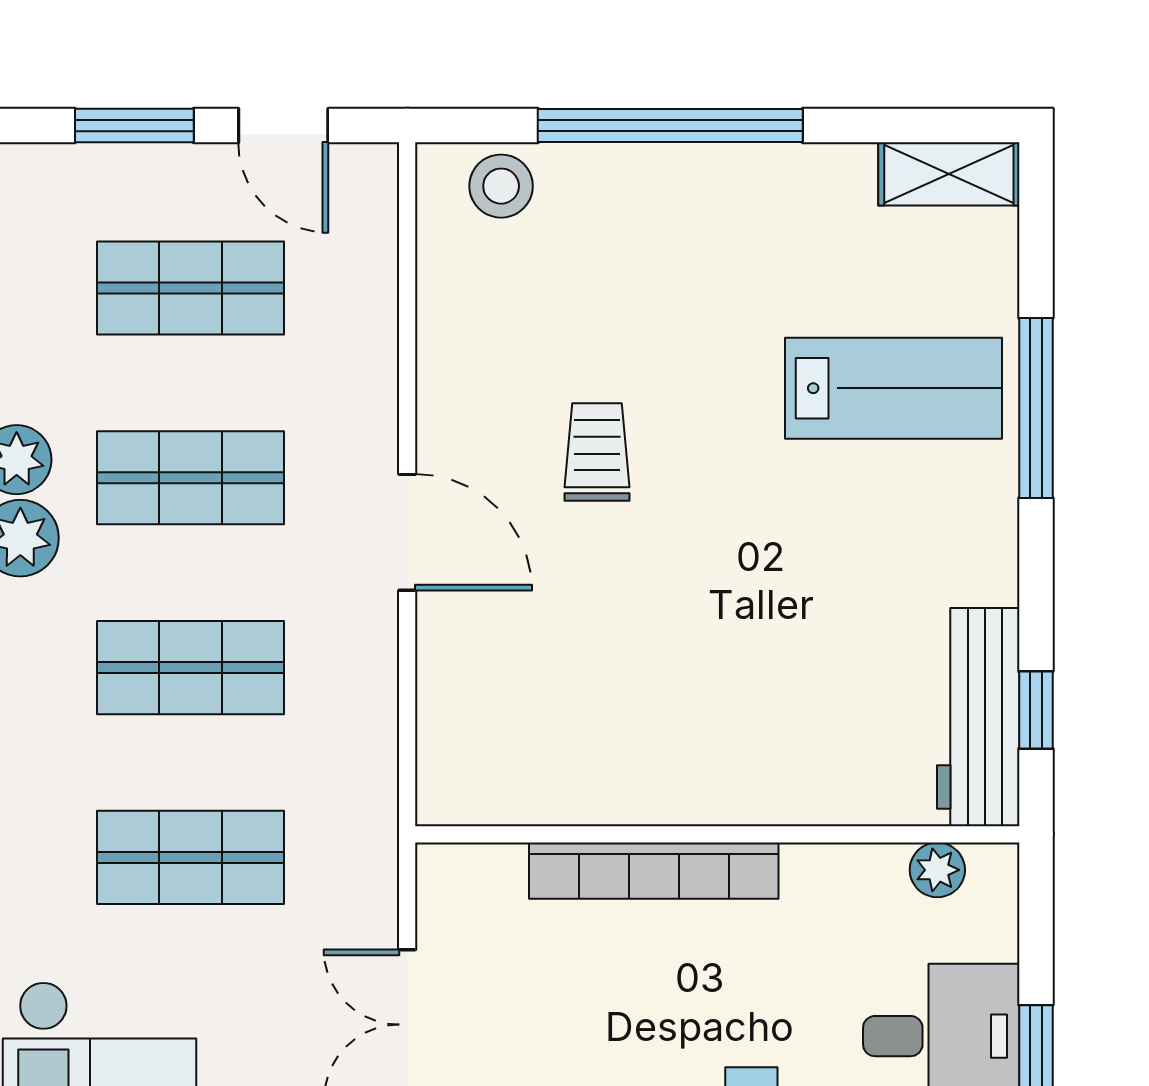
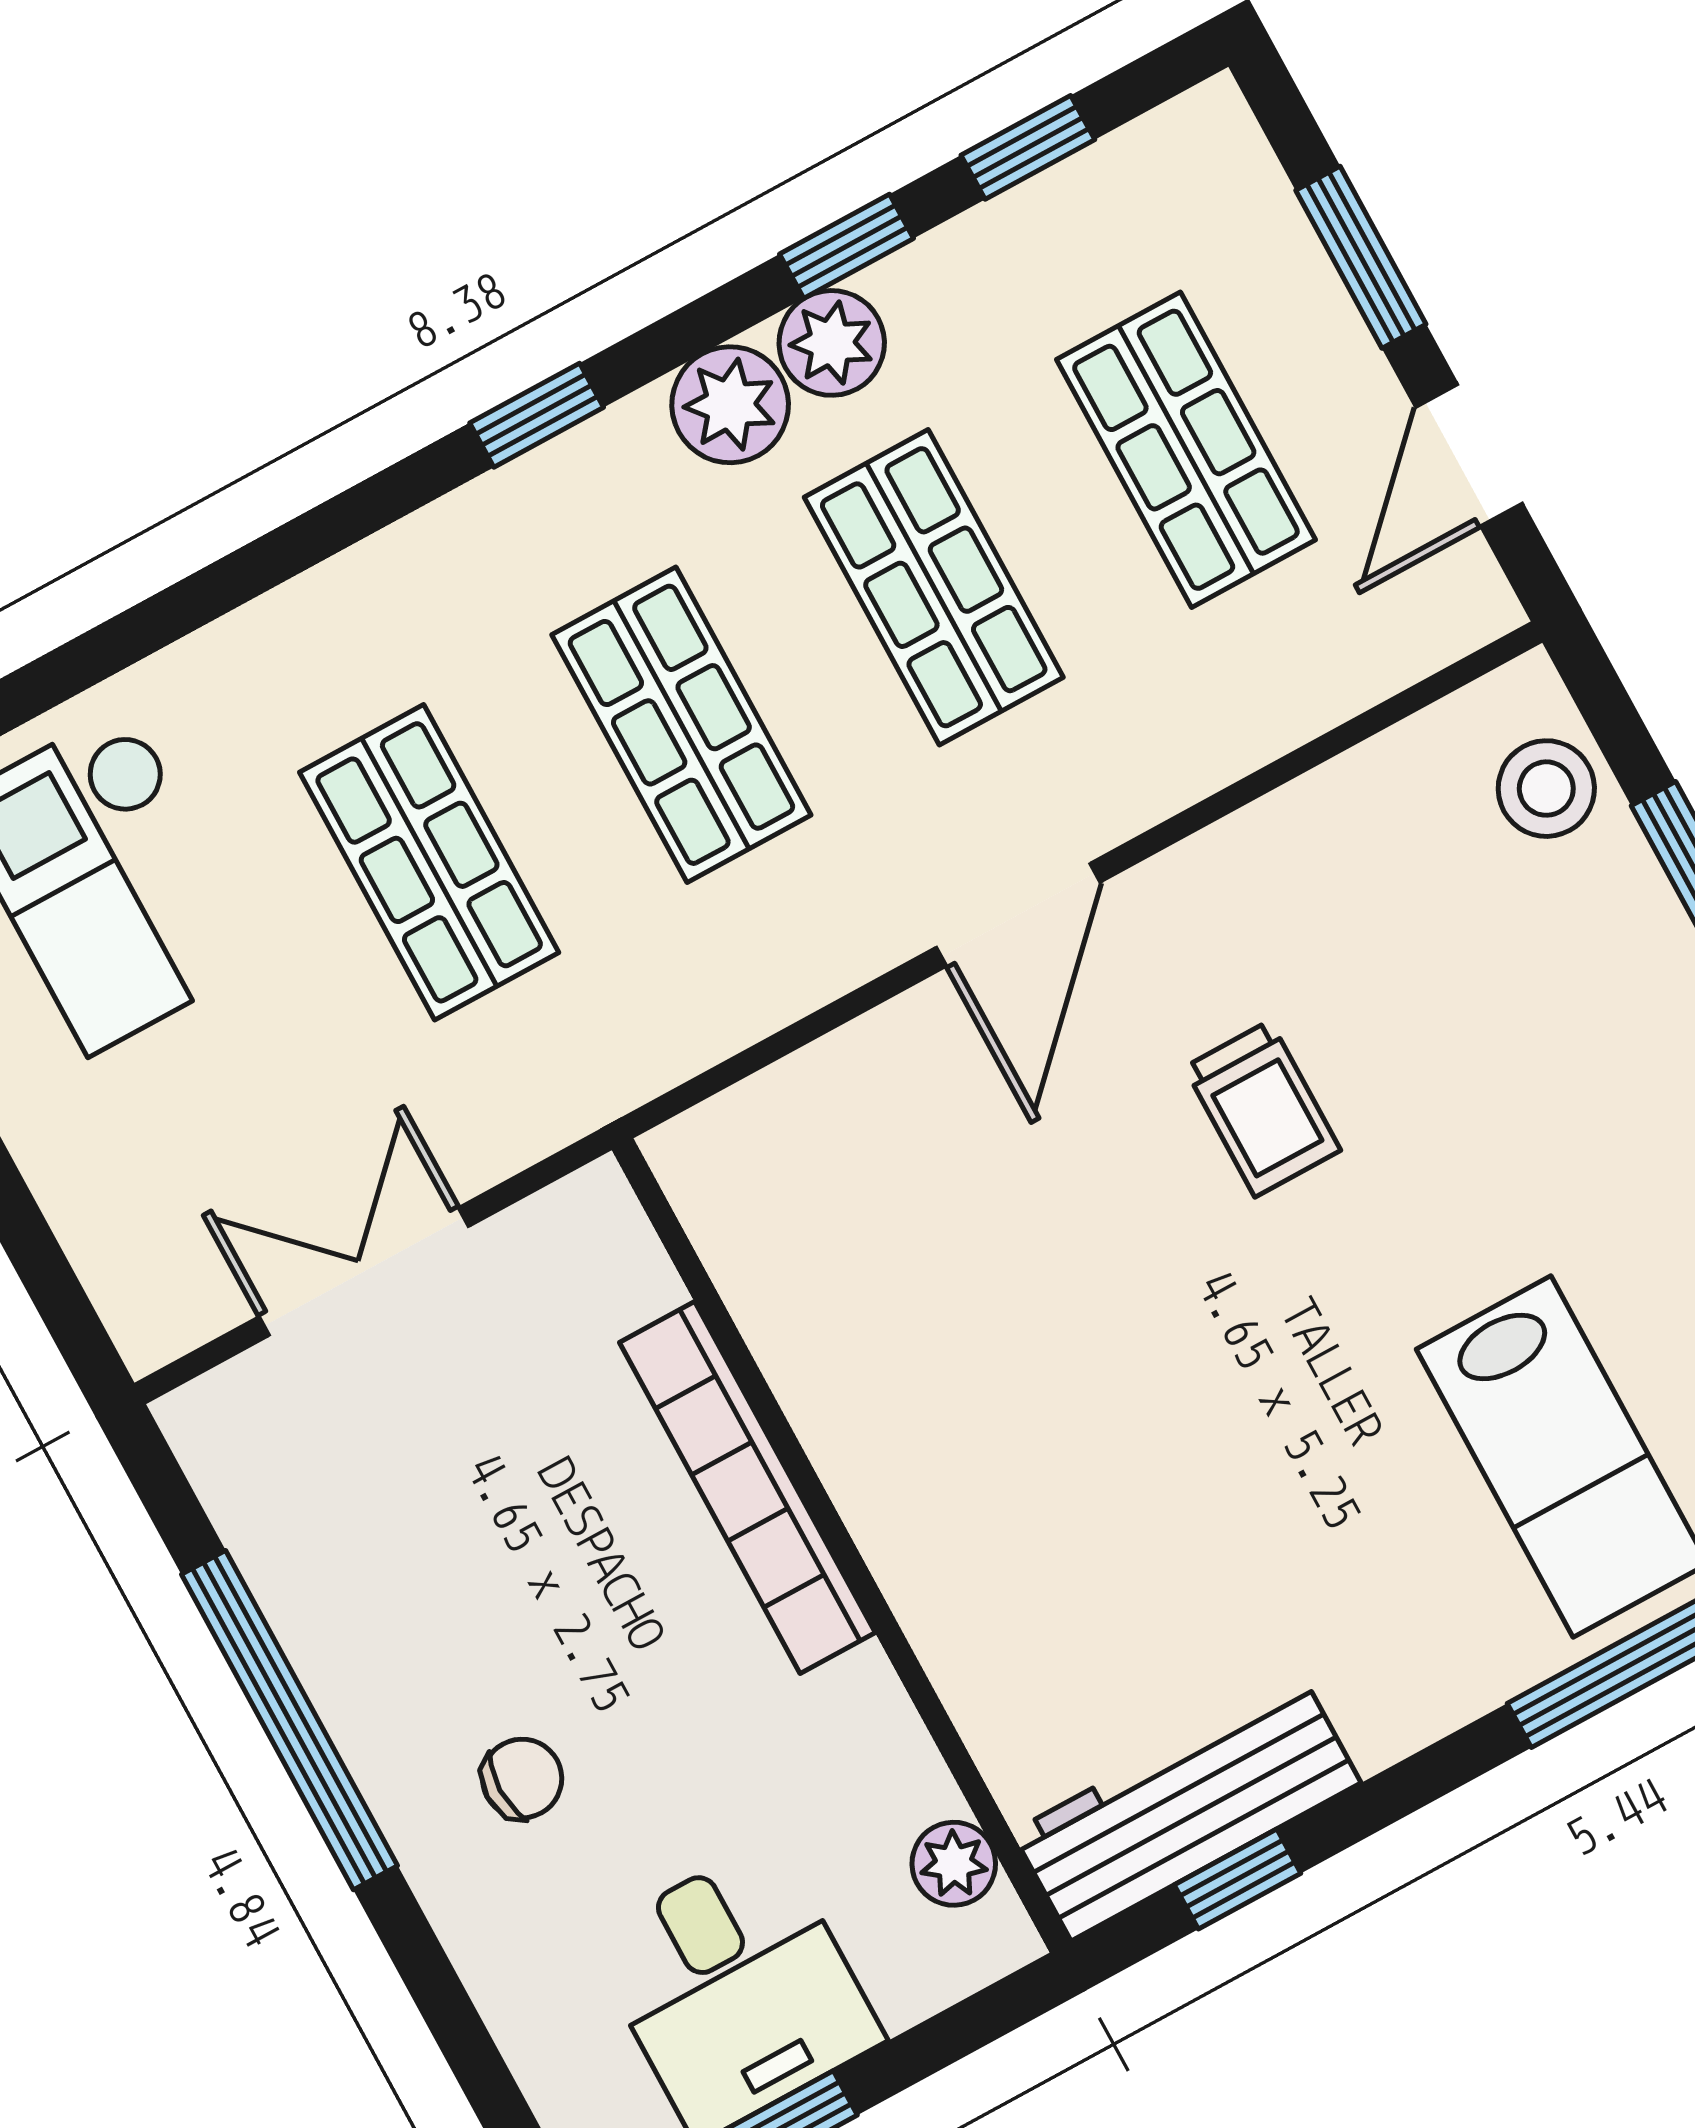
trolley: (597, 452) -> (1262, 1109), turned 90

